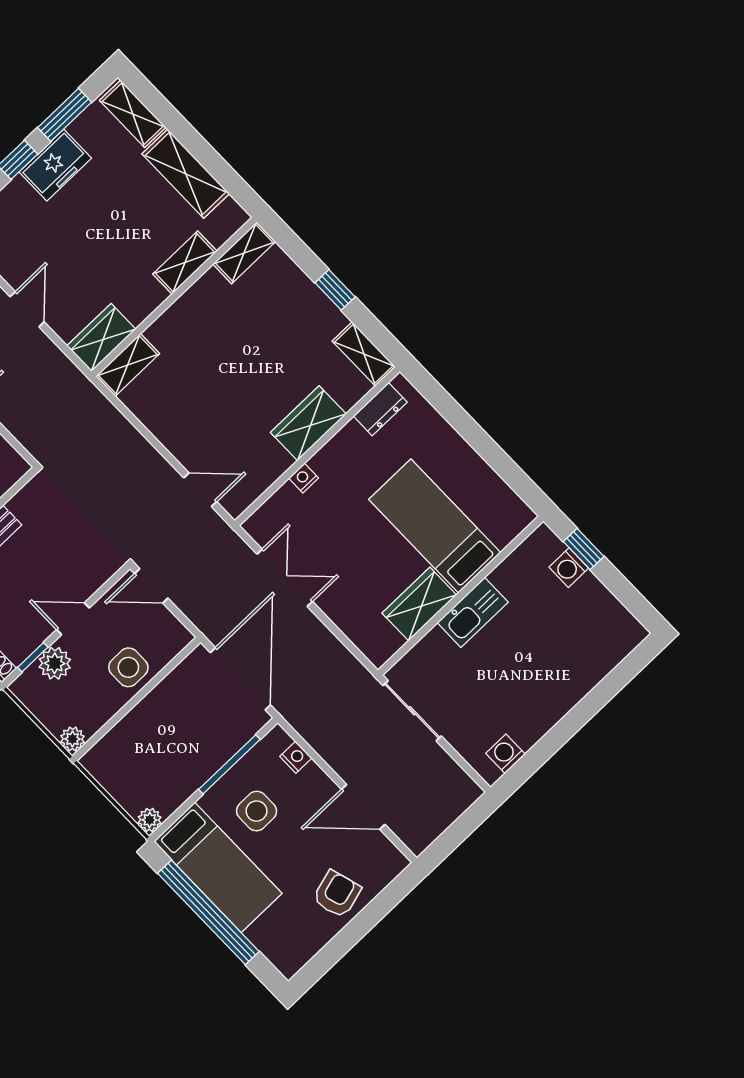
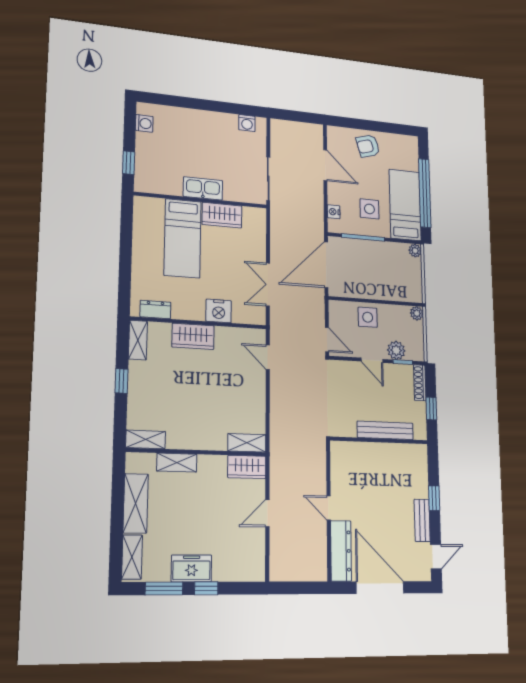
nightstand: (304, 478) -> (219, 311), width x1.89, depth x1.79
washing machine: (569, 568) -> (144, 123), moved

